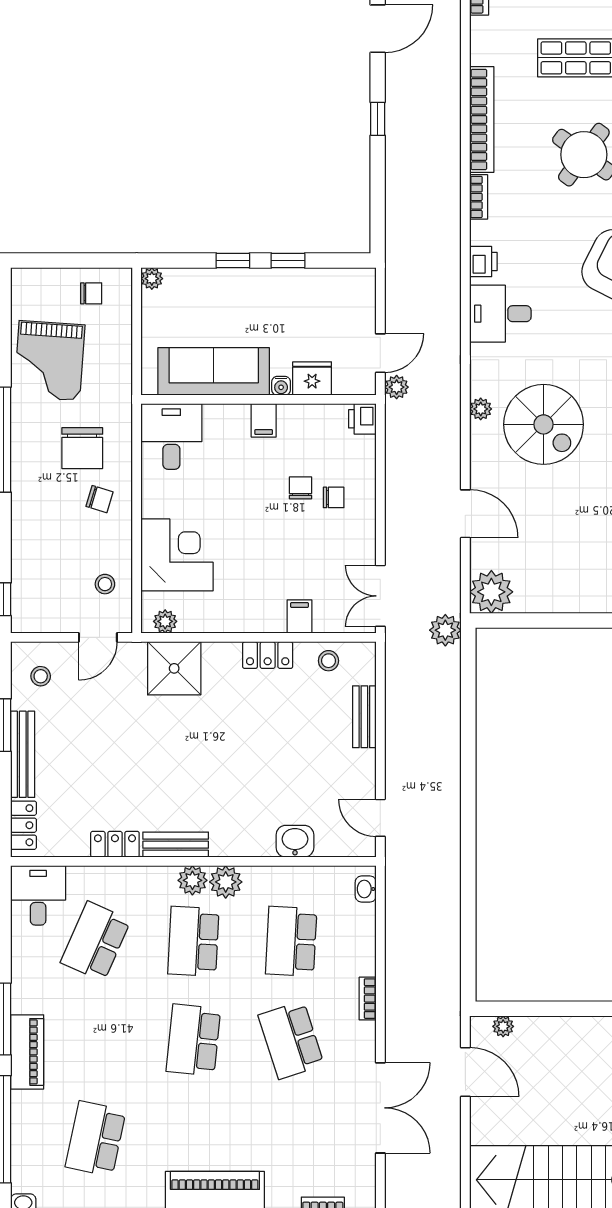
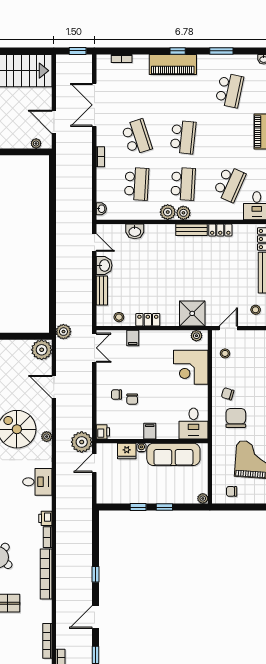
printer: (483, 262) -> (45, 518), moved
plant: (397, 387) -> (82, 442), width x1.88, depth x1.88
washbasin: (360, 769) -> (104, 265), added

